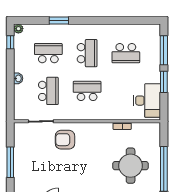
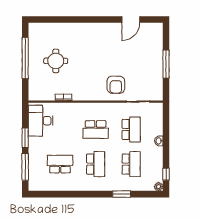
school desk: (48, 53) -> (131, 164), turned -90
school desk: (87, 53) -> (96, 164), turned 180
school desk: (48, 91) -> (131, 129), turned 180
armchair: (65, 140) -> (116, 85), turned 90
round table: (131, 166) -> (56, 61), width x0.73, depth x0.73

